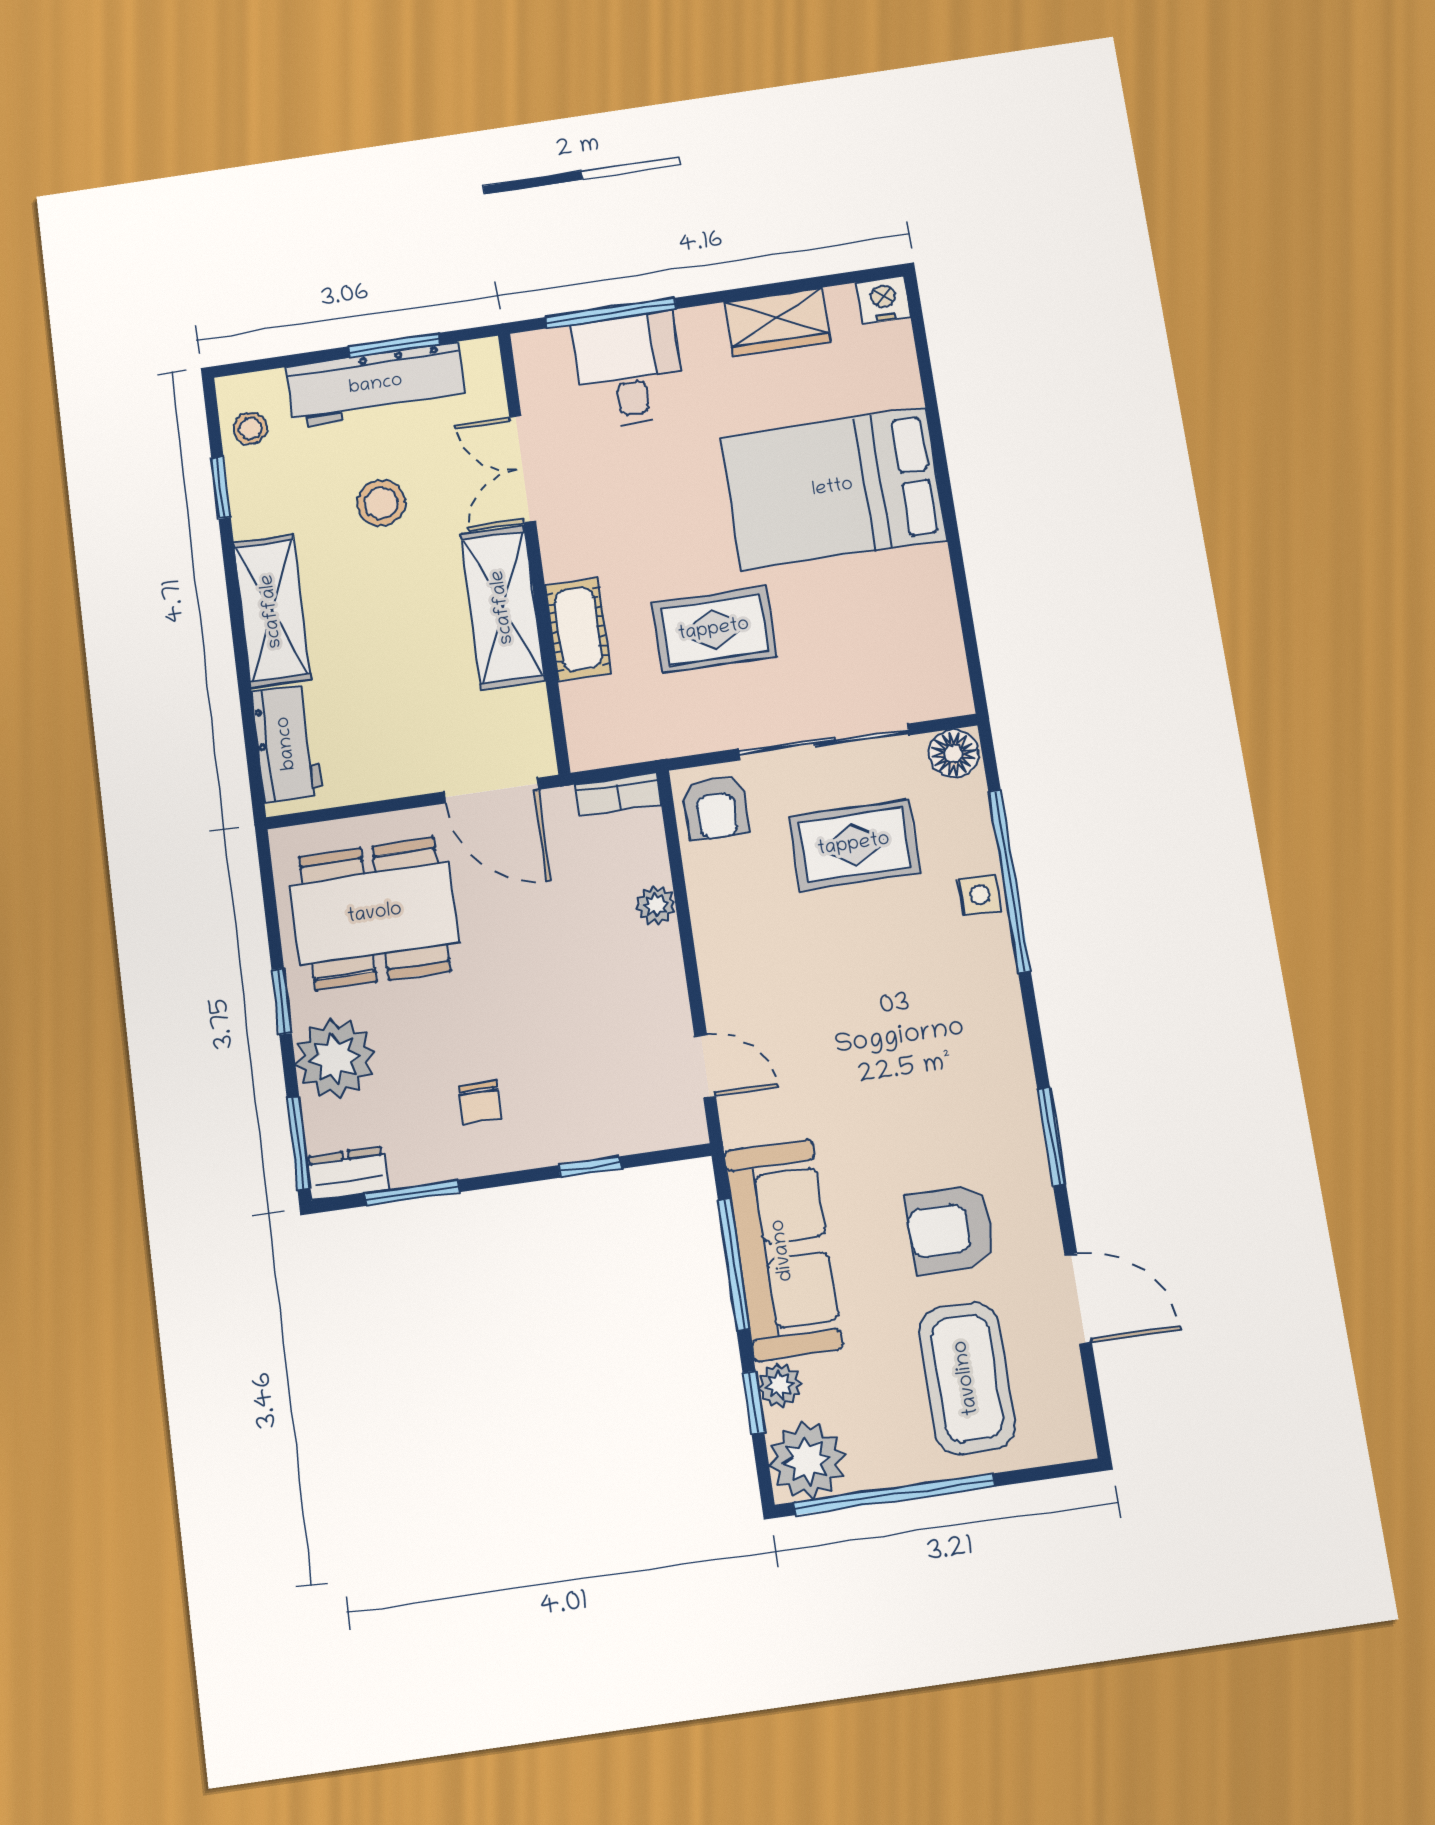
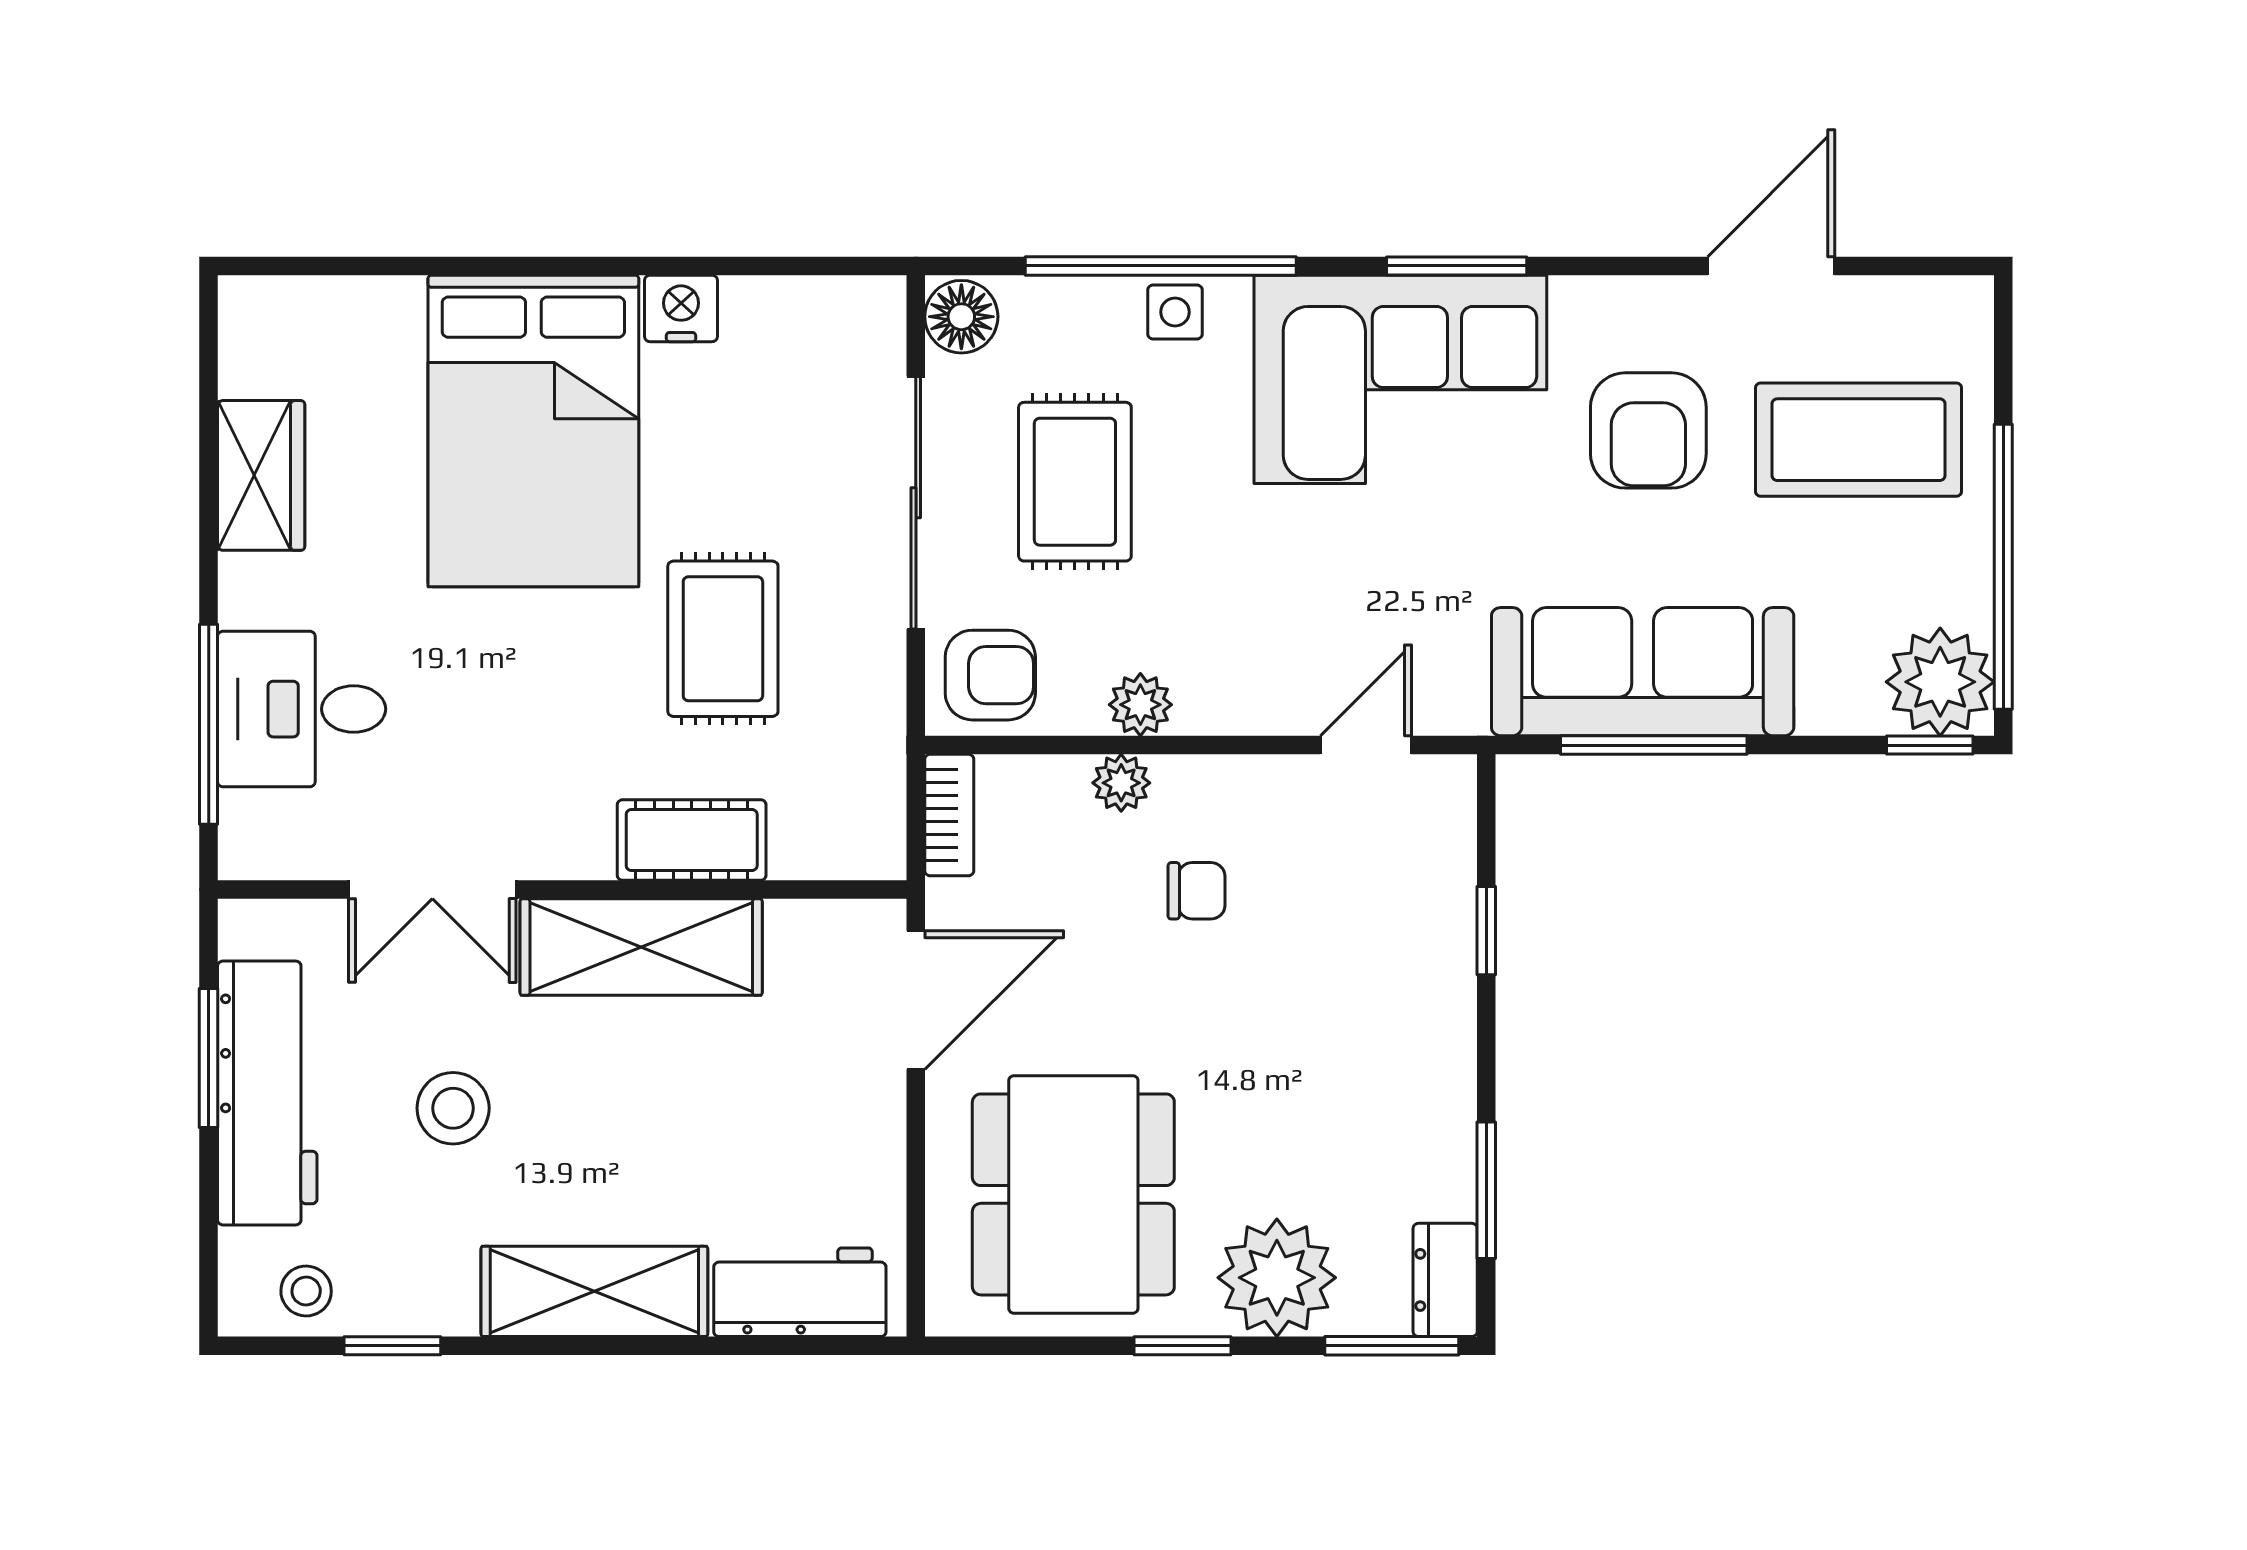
nightstand: (883, 300) -> (681, 308), moved, turned 90
corner sofa: (958, 1054) -> (1400, 379), added
chair: (480, 1102) -> (1196, 891), moved
window: (1052, 1137) -> (1457, 266), moved
plant: (780, 1385) -> (1140, 705), moved
window: (753, 1402) -> (1930, 745), moved

